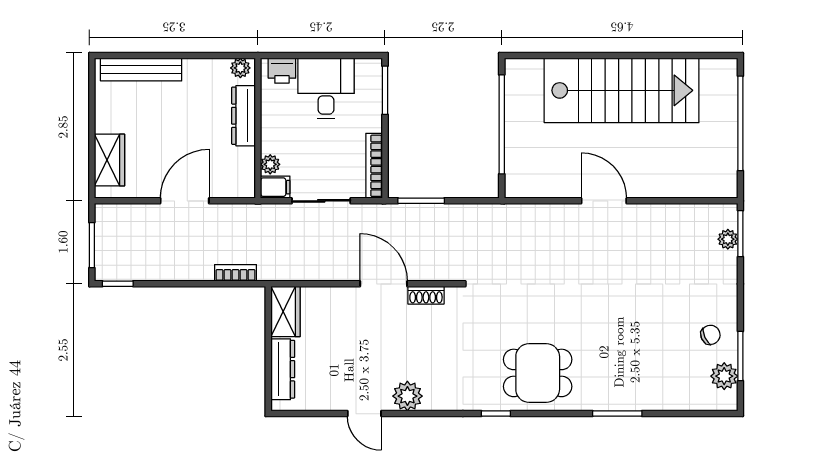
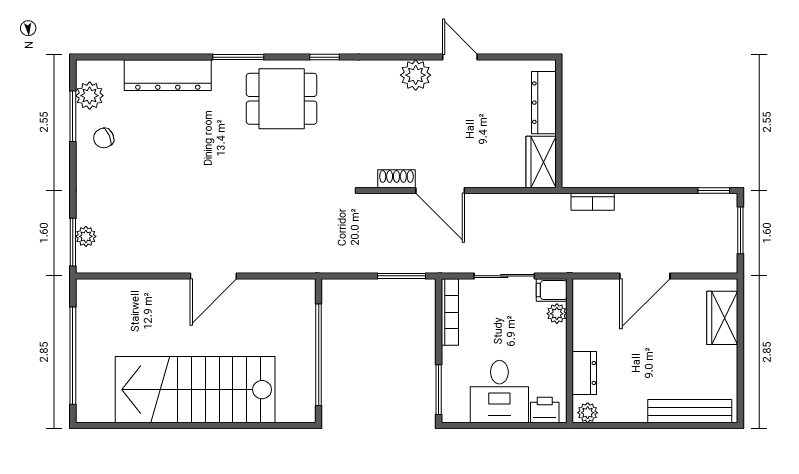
dresser: (243, 116) -> (584, 373), width x0.70
door: (604, 201) -> (213, 276), hinge flipped
dresser: (648, 396) -> (168, 75), added
window: (617, 414) -> (238, 57), moved

